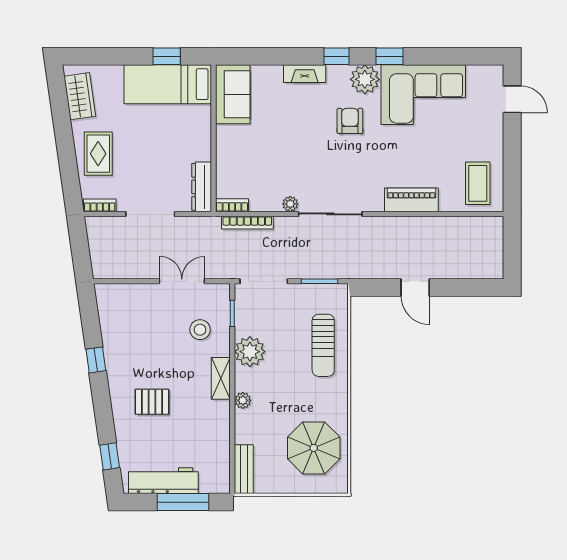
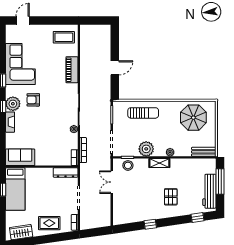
plant: (365, 79) -> (13, 104), moved
stool: (200, 330) -> (128, 165), moved

